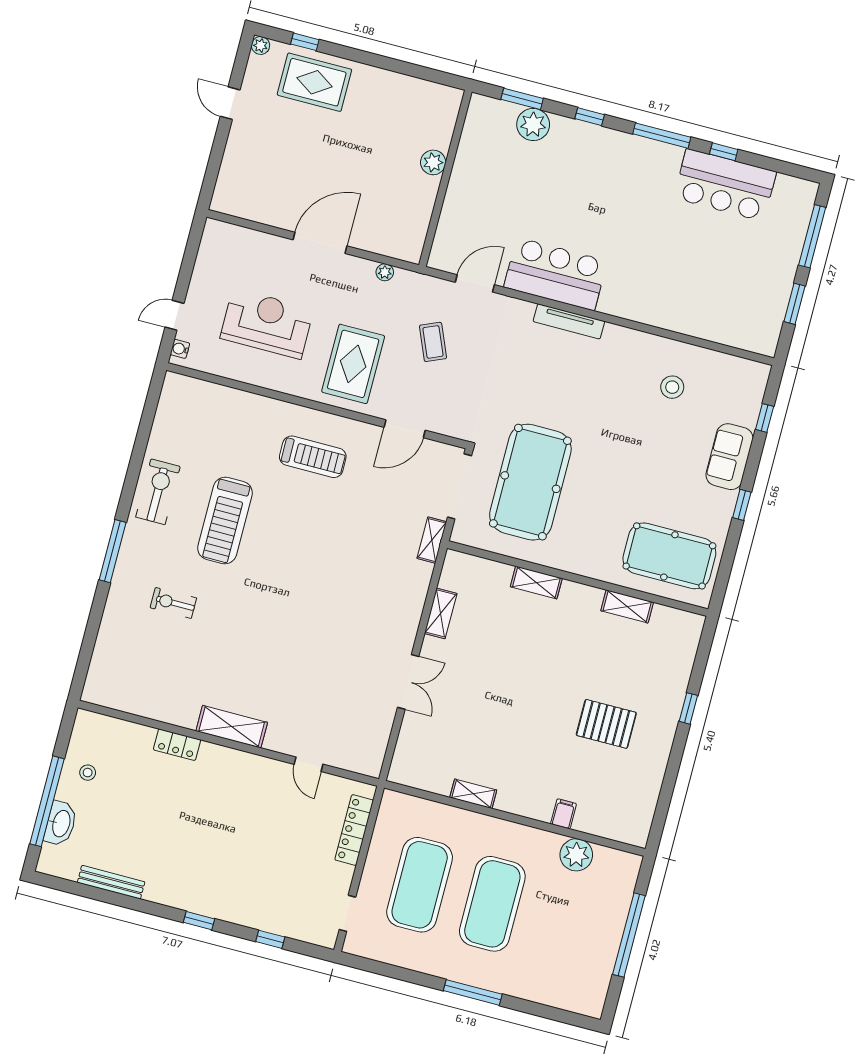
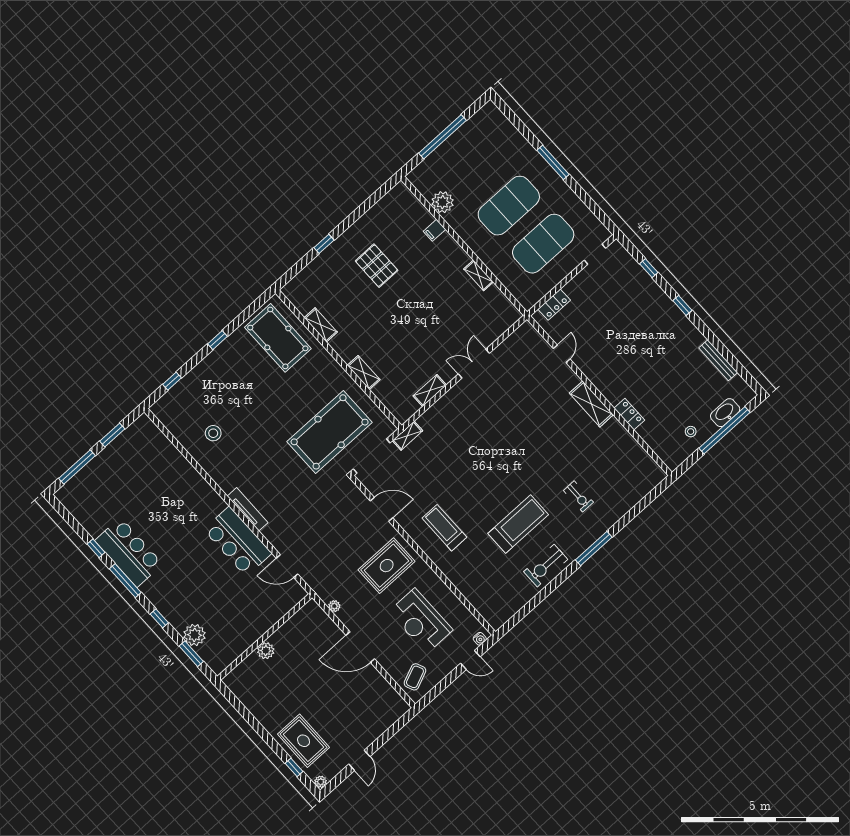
bar counter: (725, 185) -> (129, 552), moved
coffee table: (433, 342) -> (415, 677), moved
sofa: (729, 457) -> (206, 372), removed
locker: (354, 830) -> (554, 305), width x0.66

